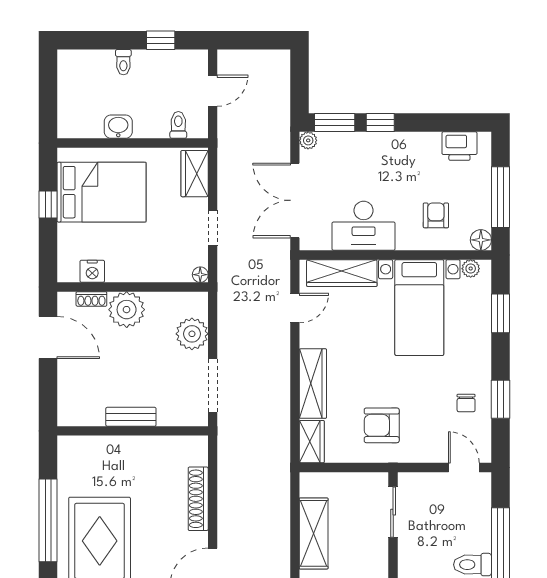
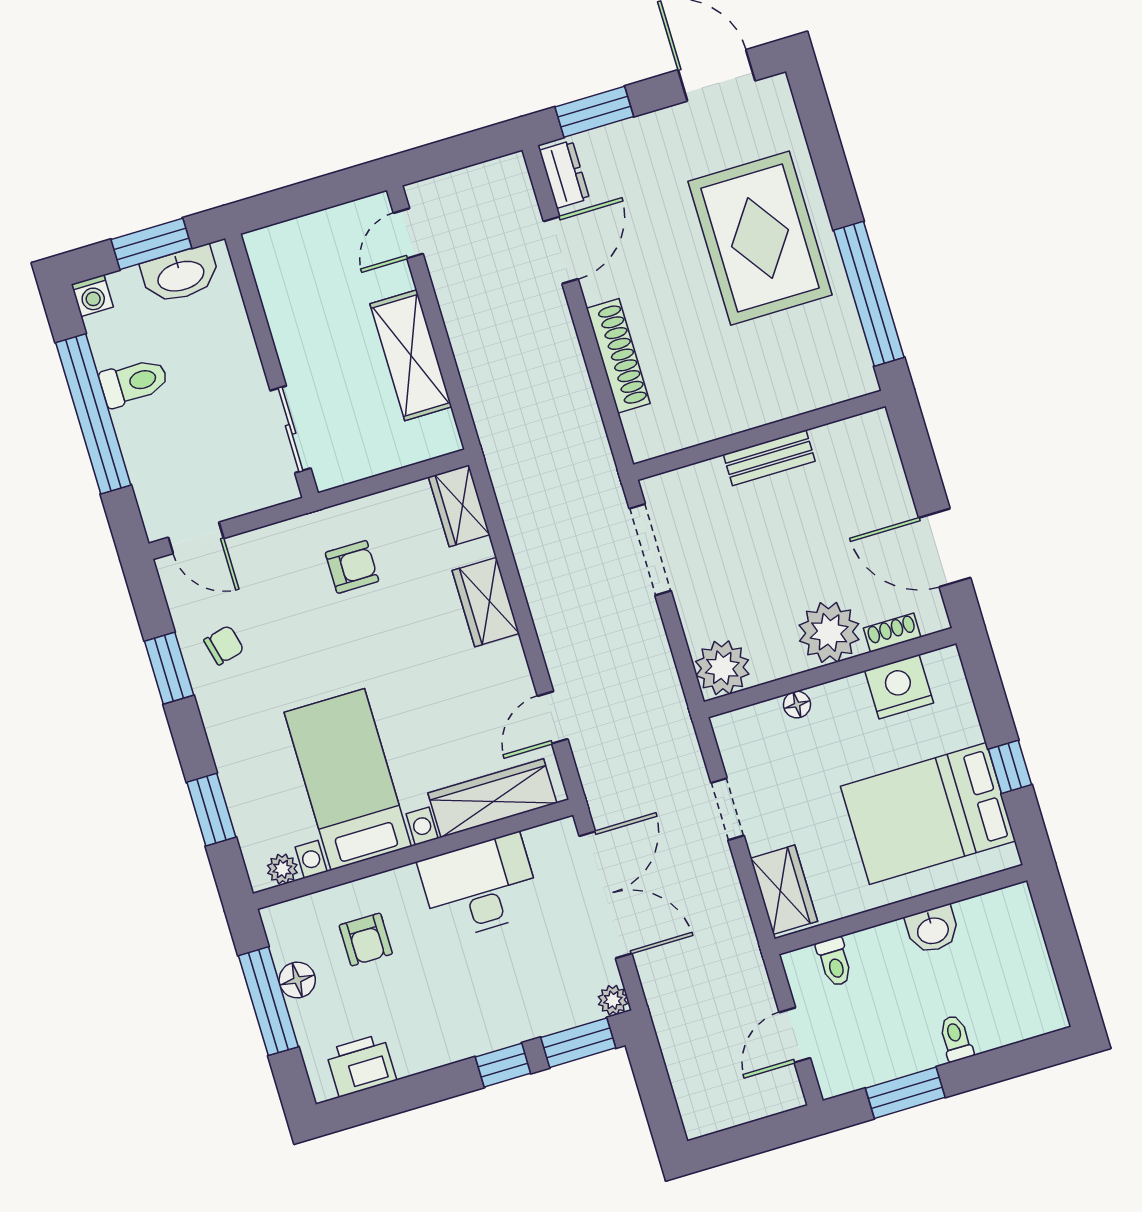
window: (161, 40) -> (905, 1093), width x1.50
floor lamp: (481, 240) -> (297, 980), moved
nightstand: (92, 271) -> (899, 687), width x1.36, depth x1.33
floor lamp: (200, 275) -> (797, 705), moved
plant: (192, 334) -> (722, 668), moved
wardrobe: (313, 384) -> (486, 602), width x0.67
chair: (466, 403) -> (224, 645), turned 76
armchair: (382, 425) -> (352, 567), width x0.72, depth x0.72
window: (48, 520) -> (869, 294), moved

